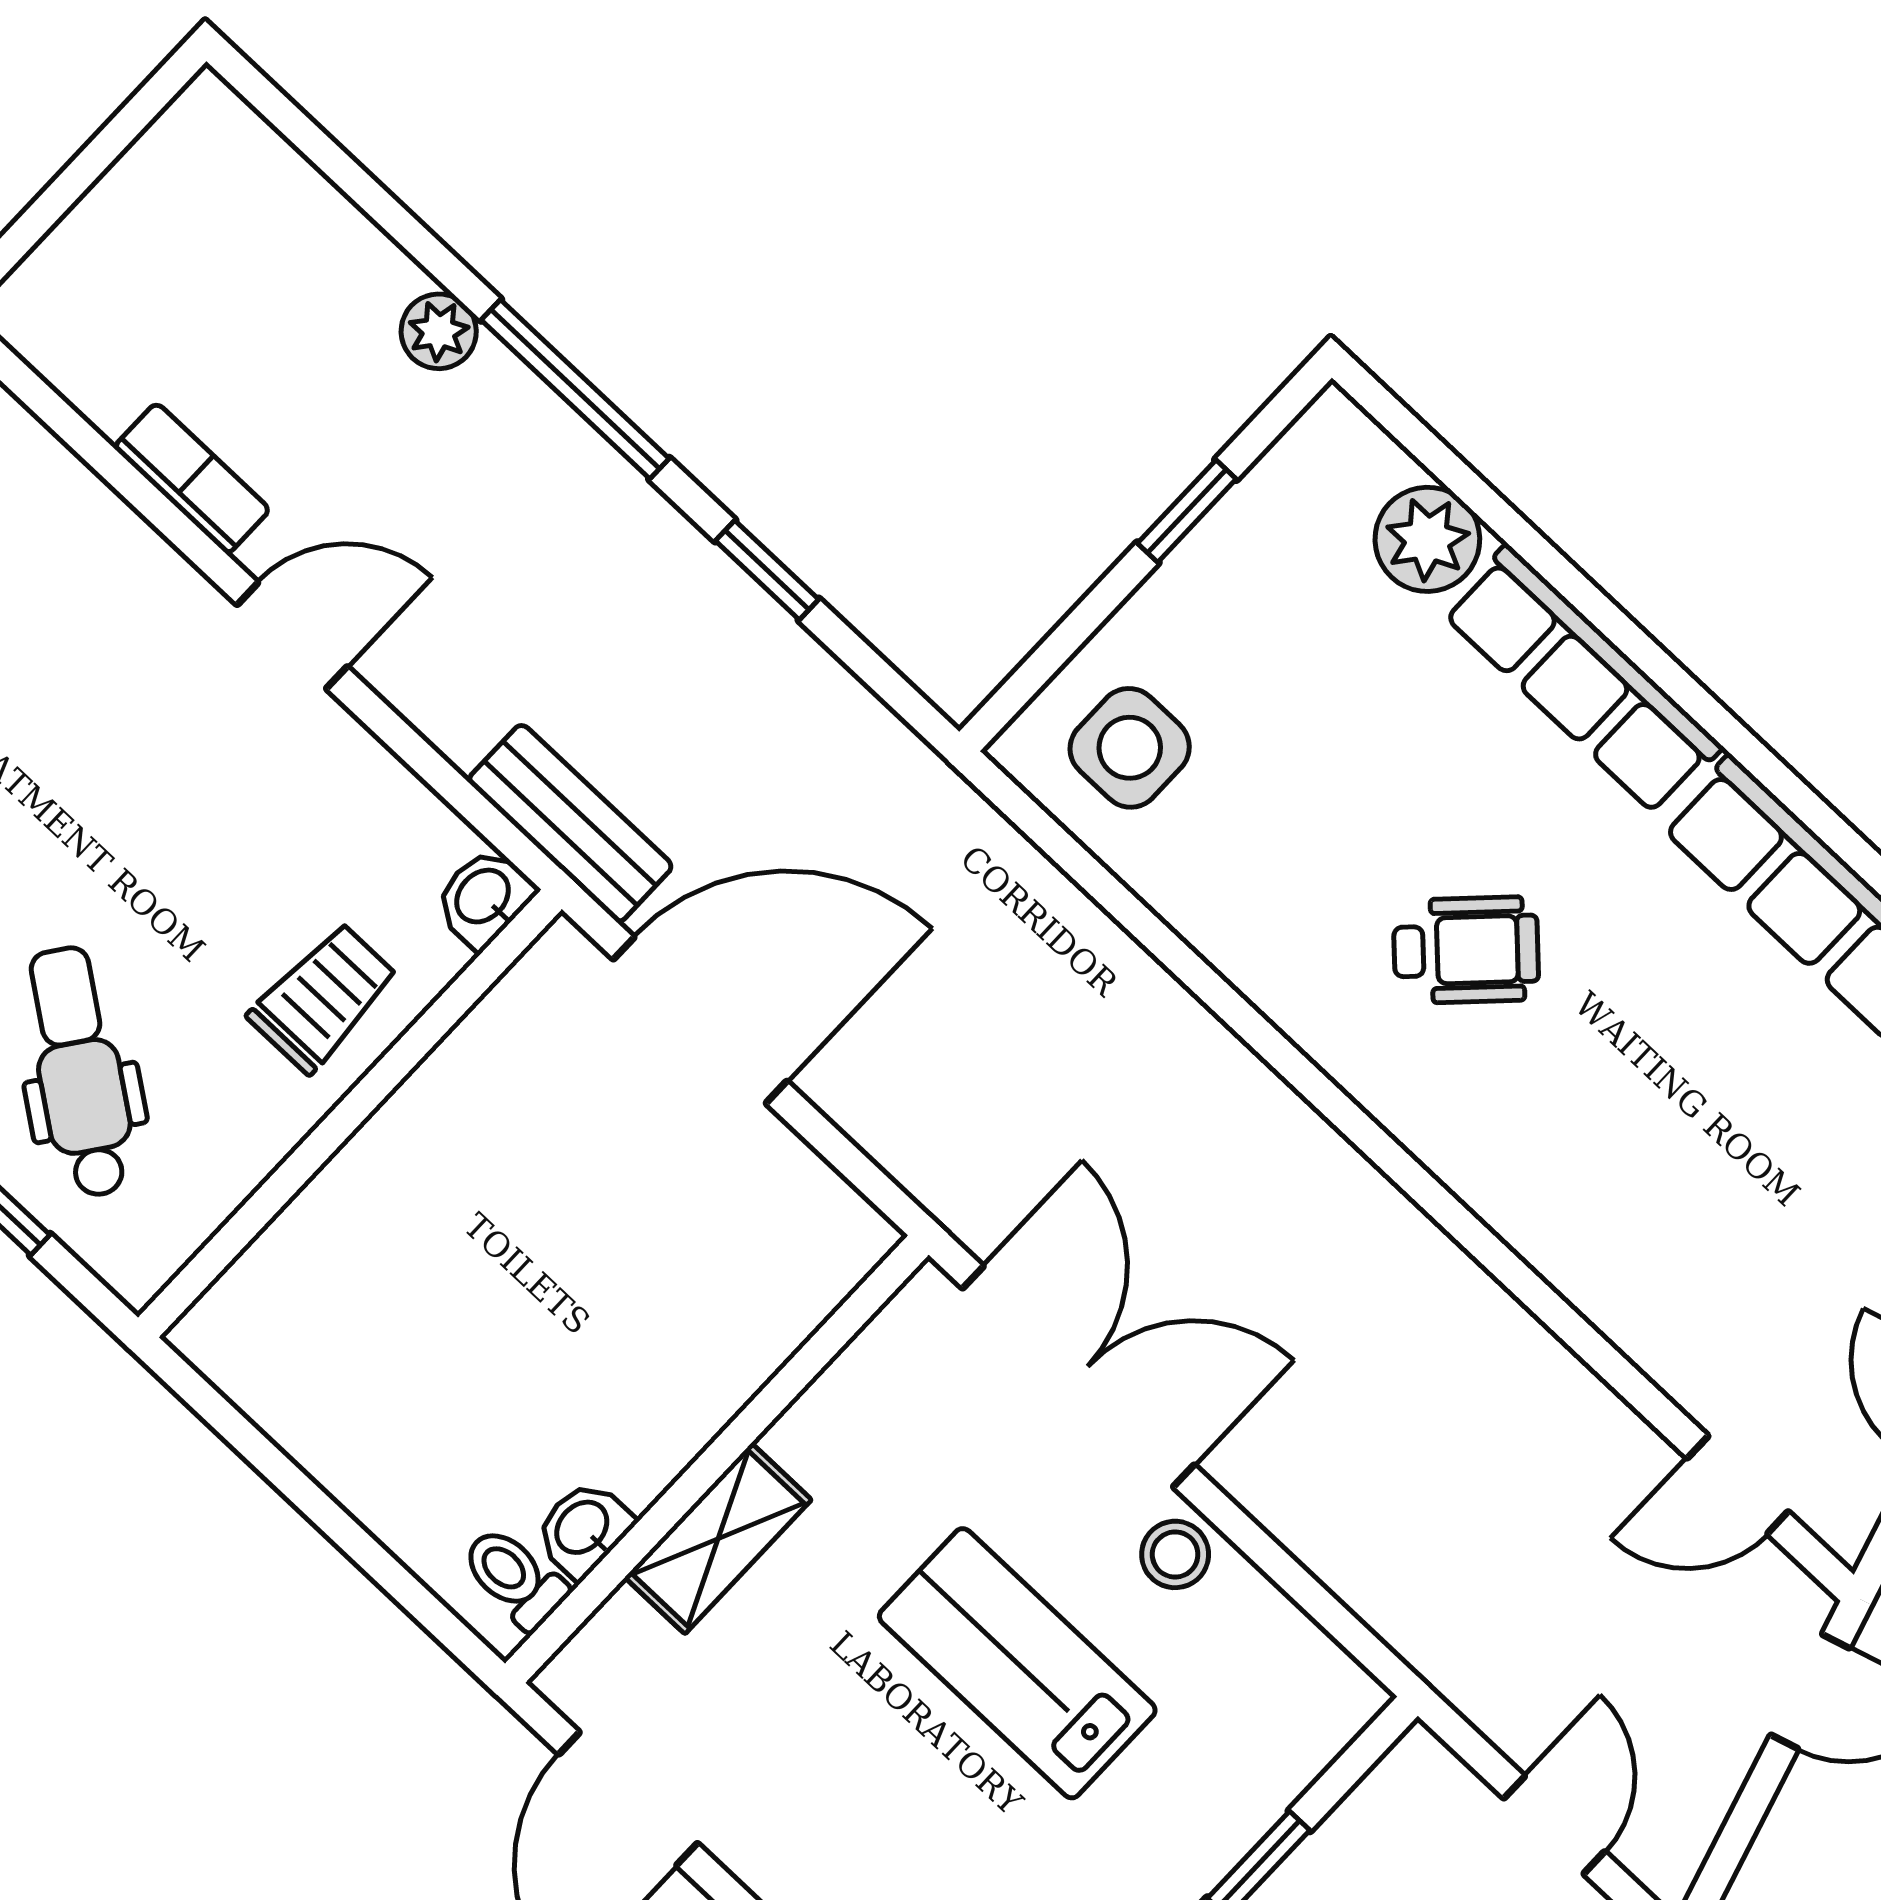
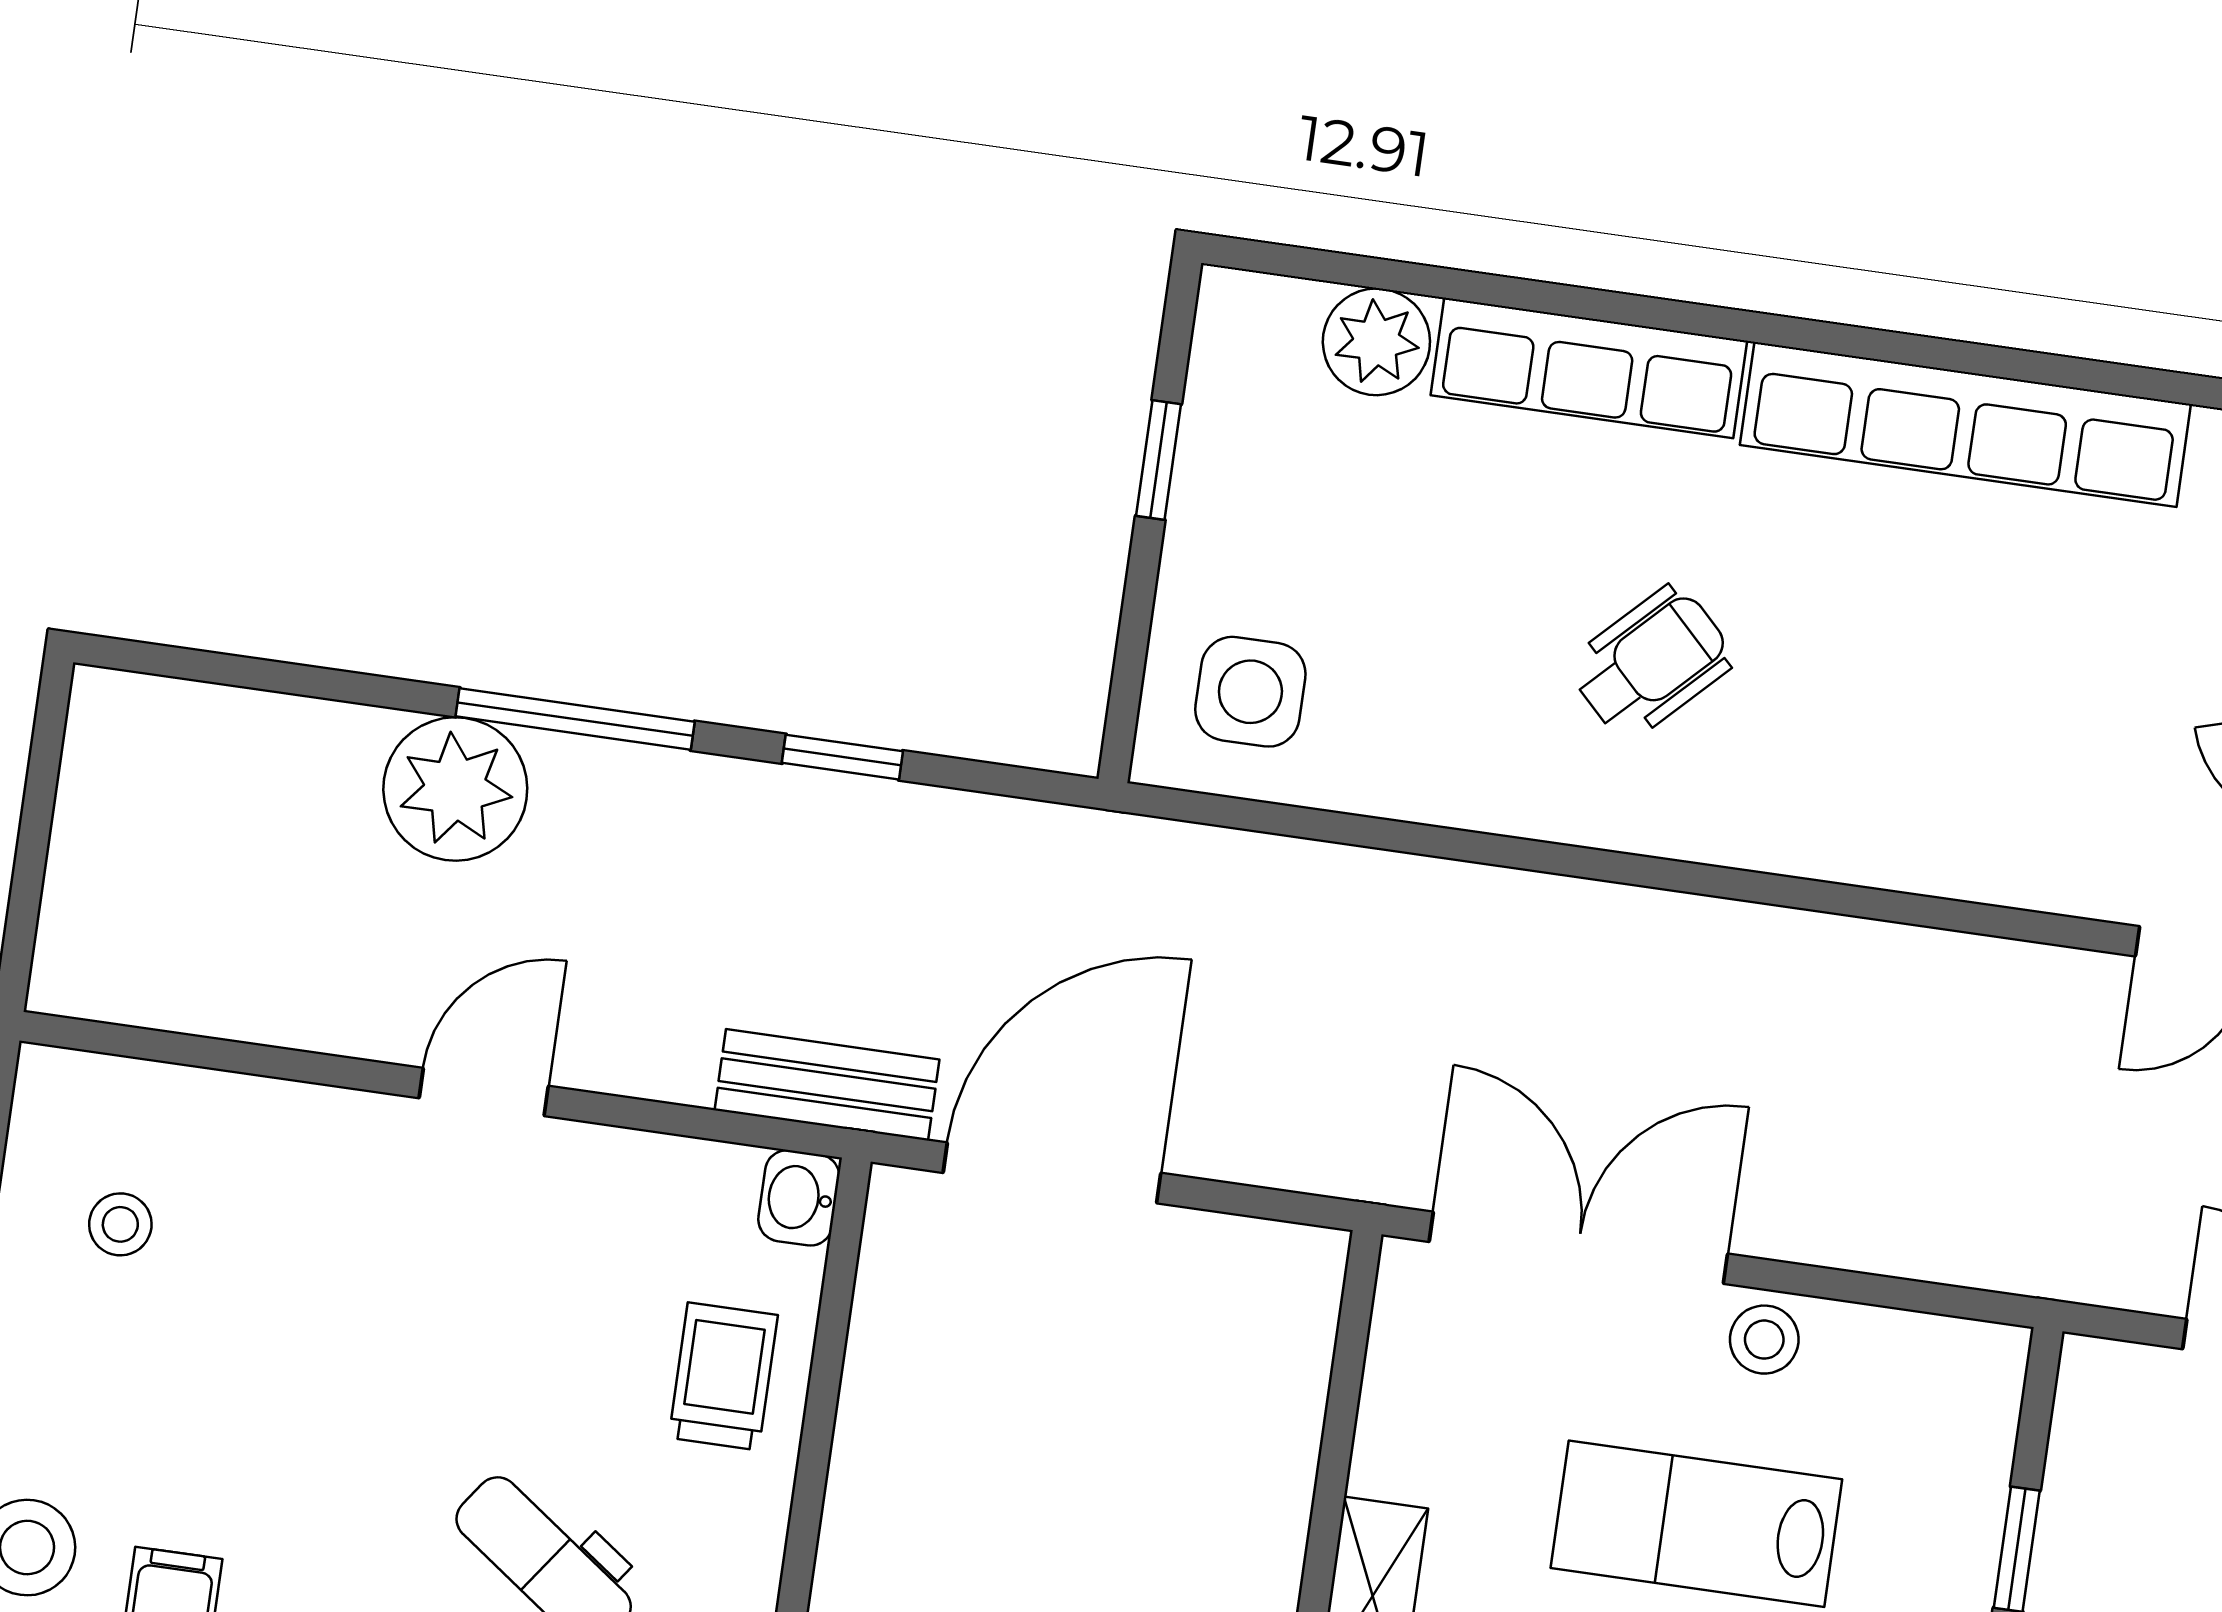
plant: (439, 331) -> (455, 789), width x1.88, depth x1.88
bookcase: (192, 479) -> (307, 1020), removed

